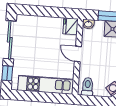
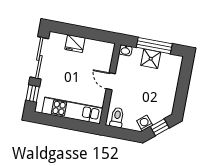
fridge: (71, 26) -> (75, 44), moved, turned -90

